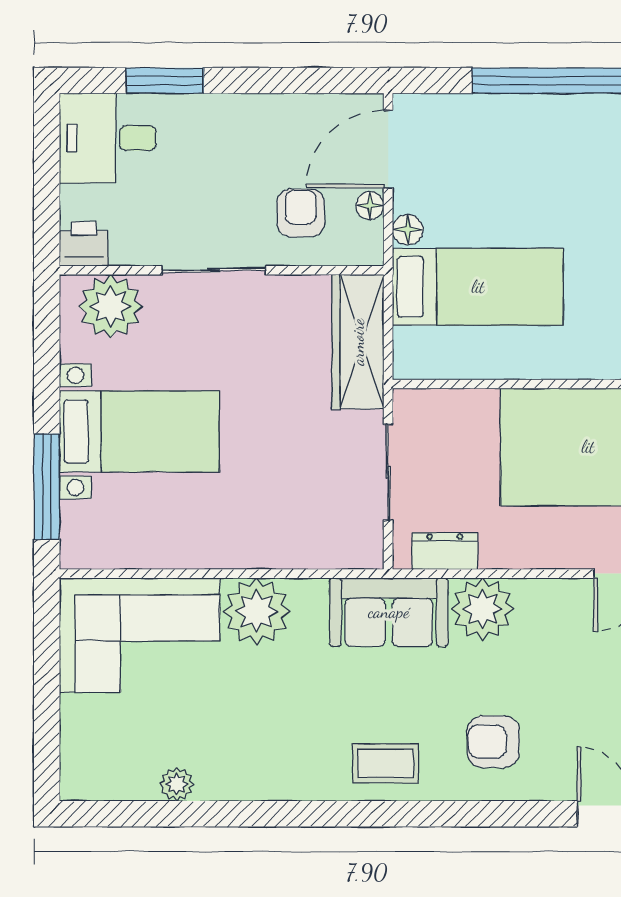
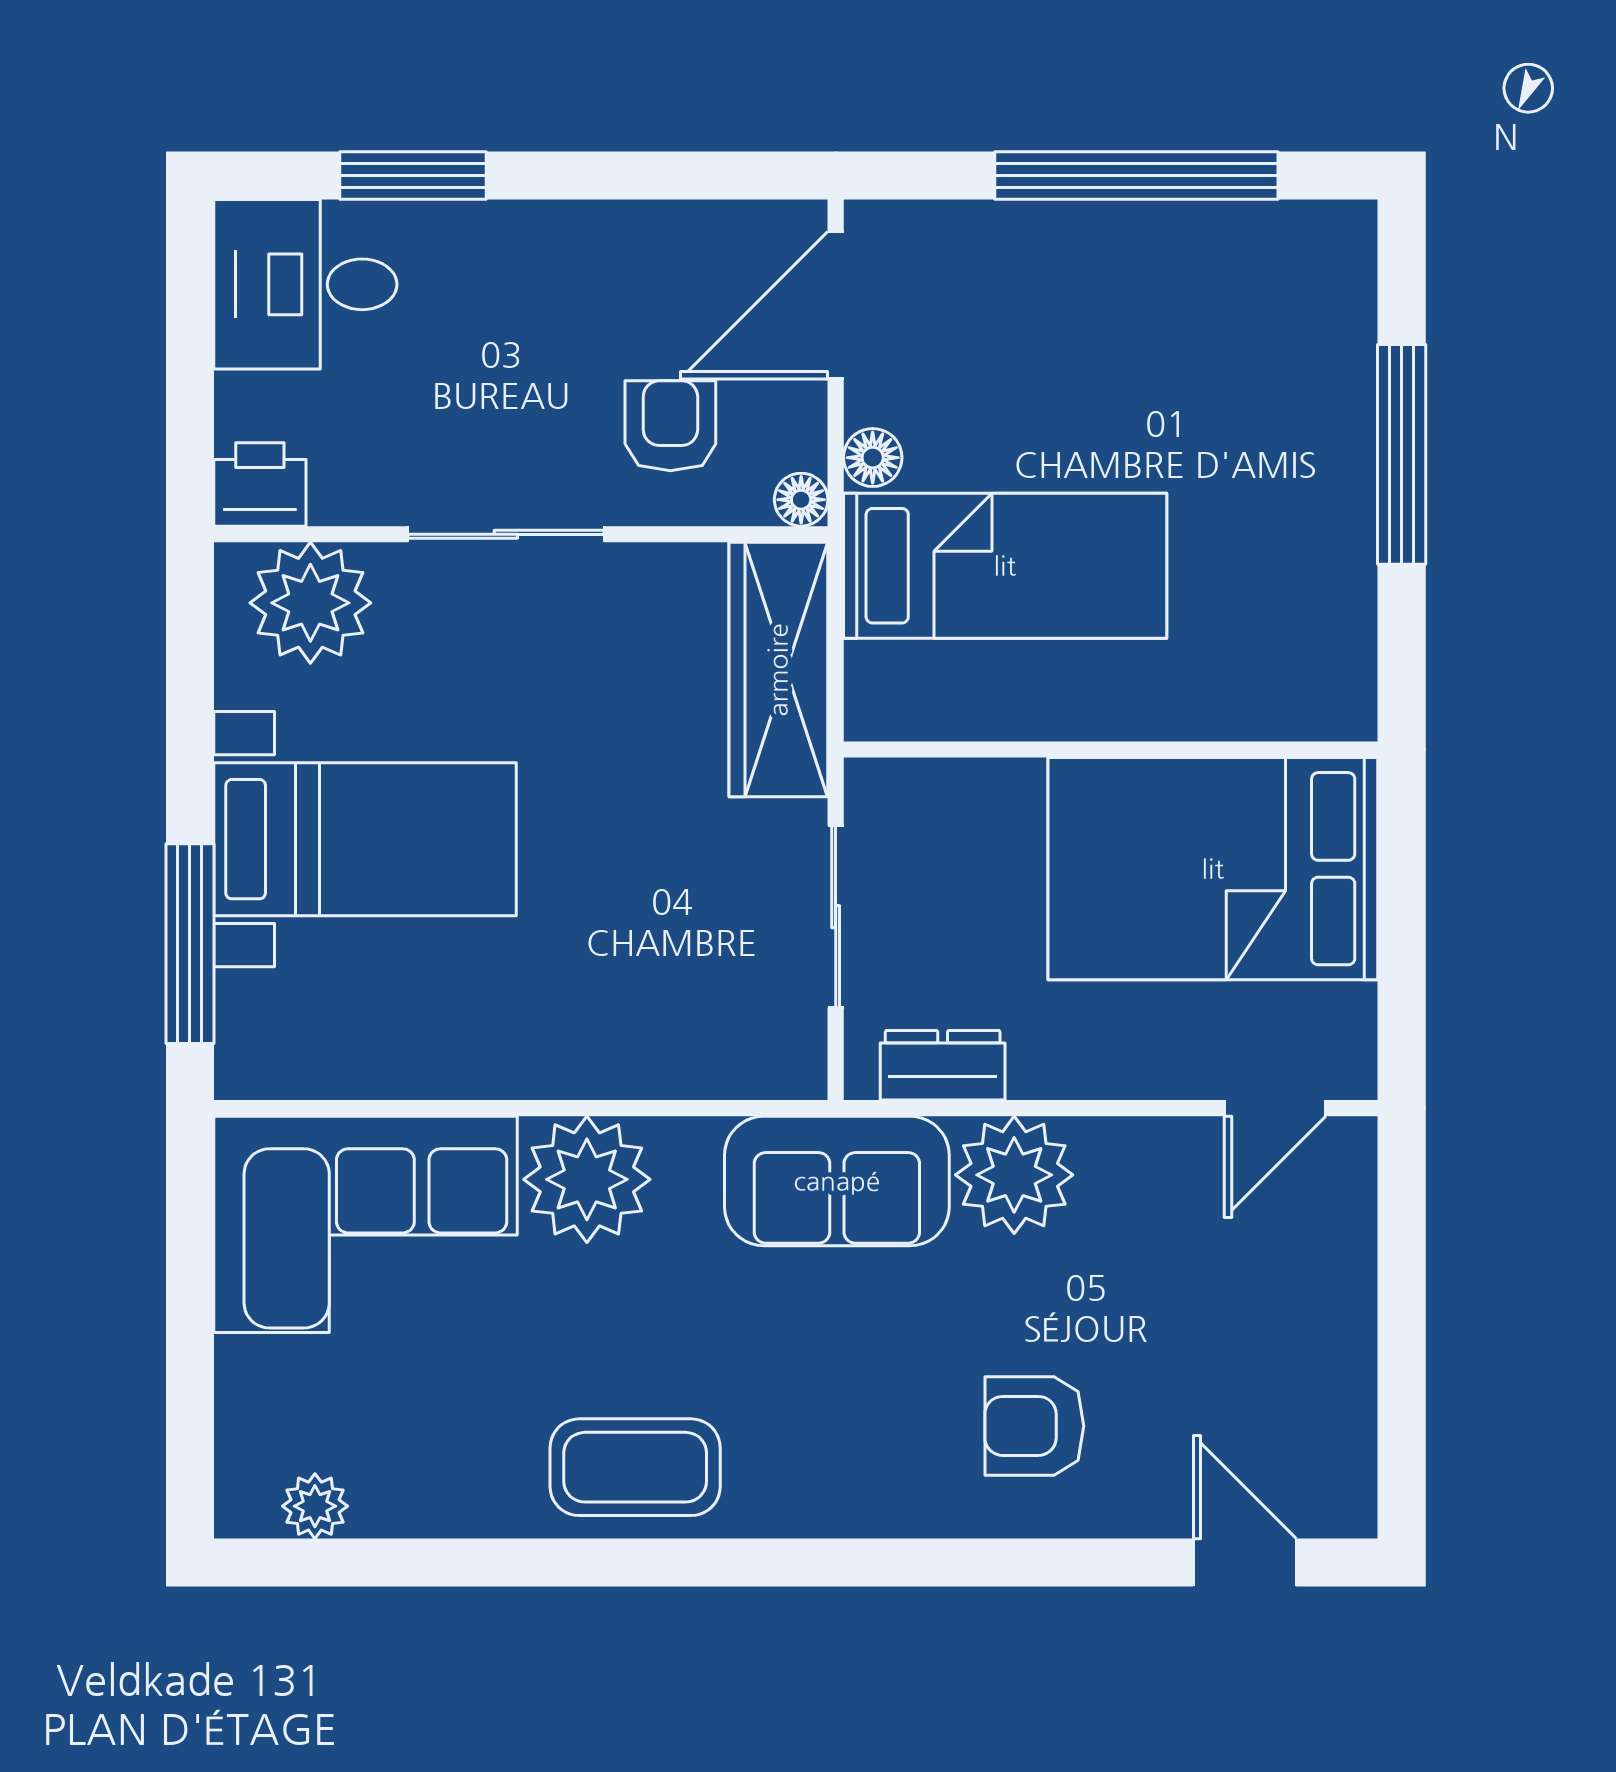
floor lamp: (370, 205) -> (801, 500), moved
coffee table: (386, 763) -> (635, 1467), moved, width x1.36, depth x1.30
plant: (177, 784) -> (315, 1506), moved

